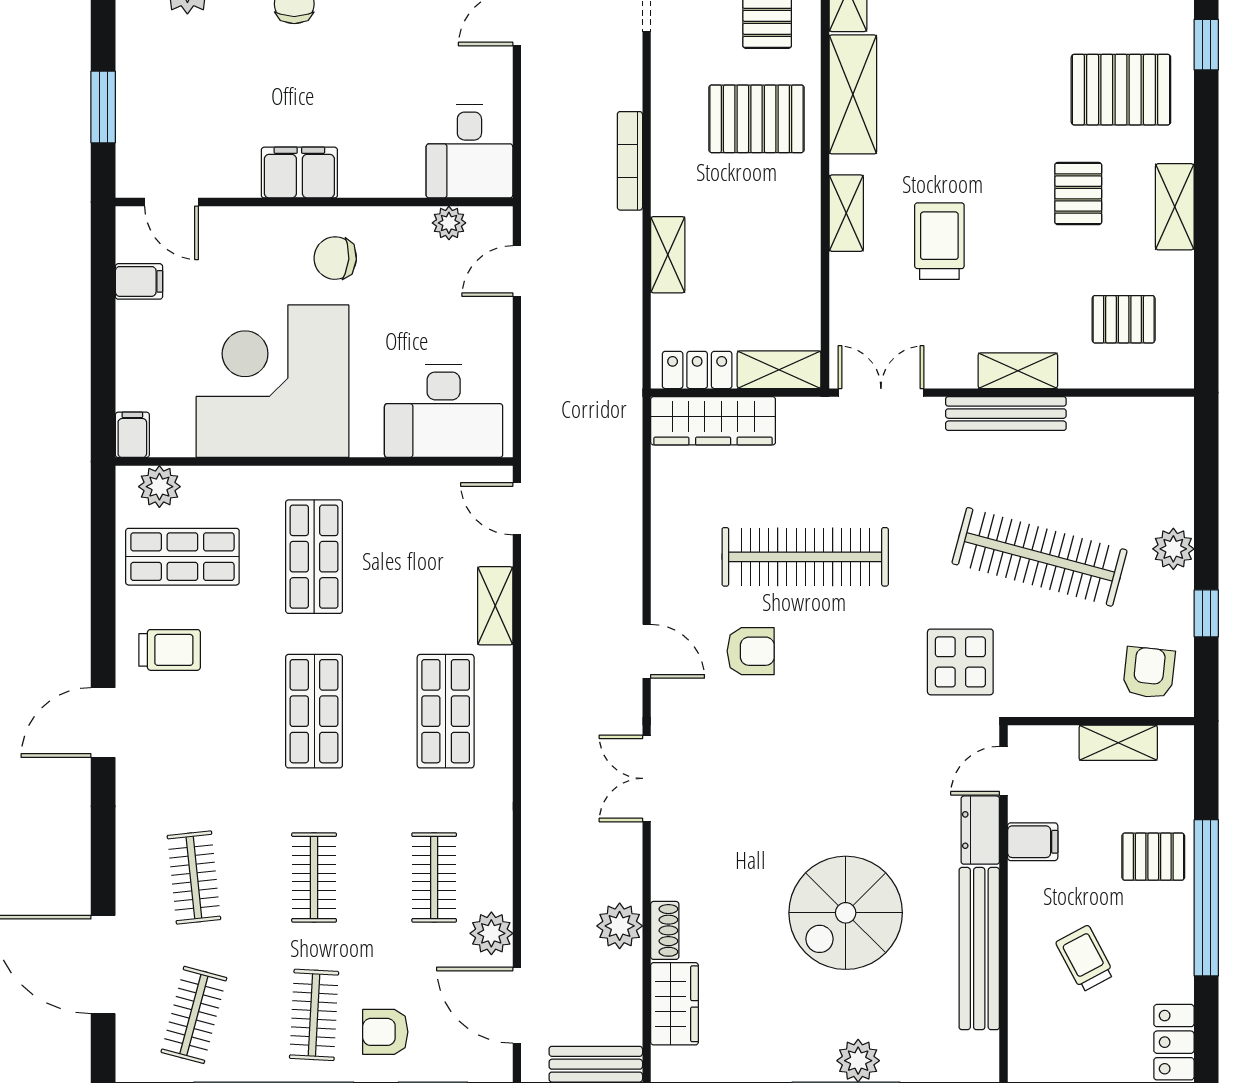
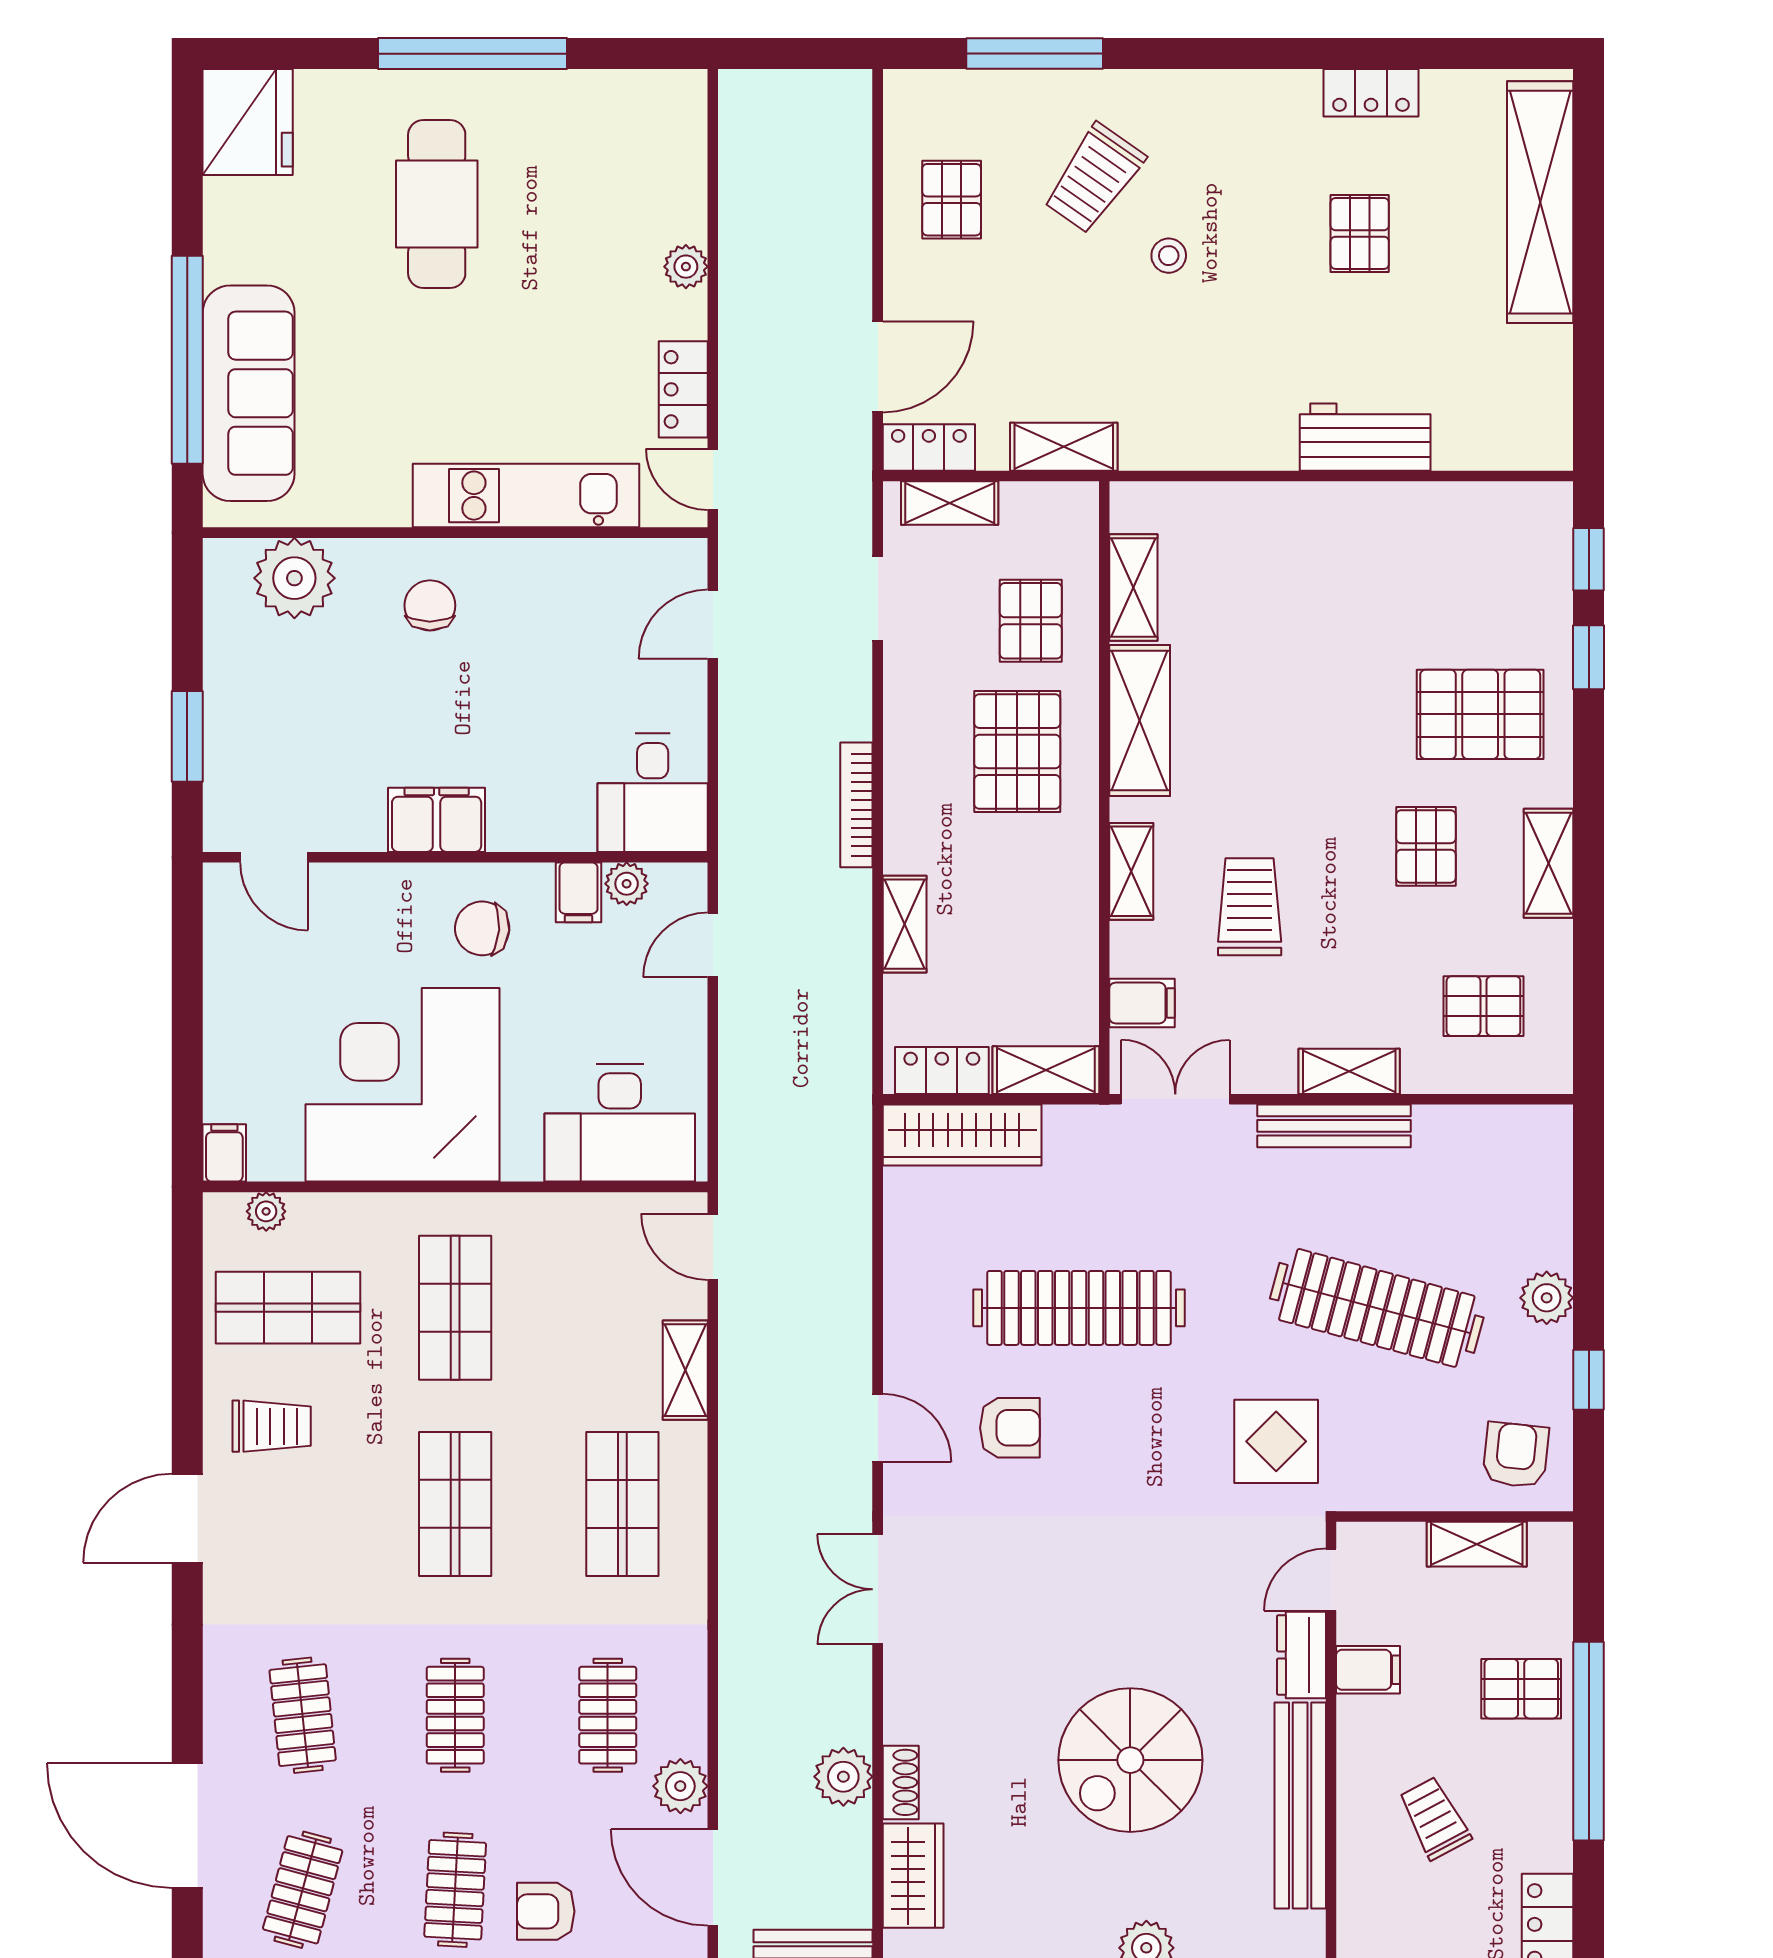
pallet: (756, 119) -> (1017, 751), turned 90
filing cabinet: (139, 281) -> (578, 892), moved, turned 90
filing cabinet: (855, 317) -> (1142, 1003), added
plant: (159, 487) -> (266, 1211), width x0.73, depth x0.73

